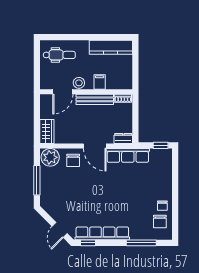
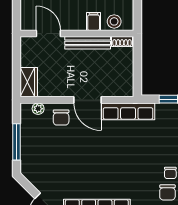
stool: (79, 83) -> (114, 21), moved
door: (63, 92) -> (48, 34), swing flipped
dresser: (123, 138) -> (122, 91), removed
plant: (50, 157) -> (38, 109), width x0.53, depth x0.53

